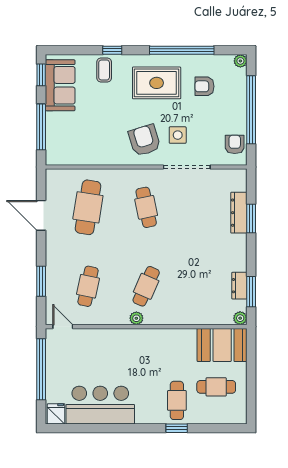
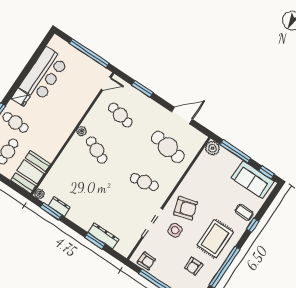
armchair: (204, 86) -> (194, 266), turned 180
plant: (55, 155) -> (212, 148), added
fridge: (56, 414) -> (21, 97), moved

